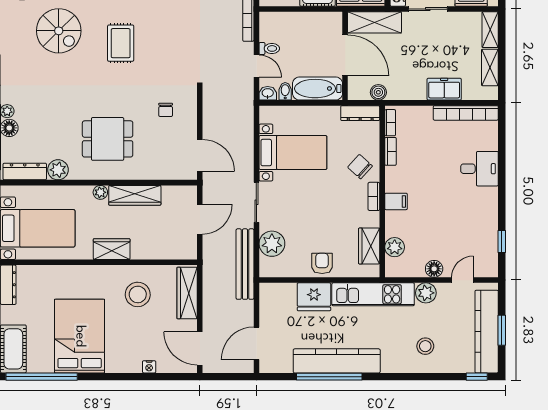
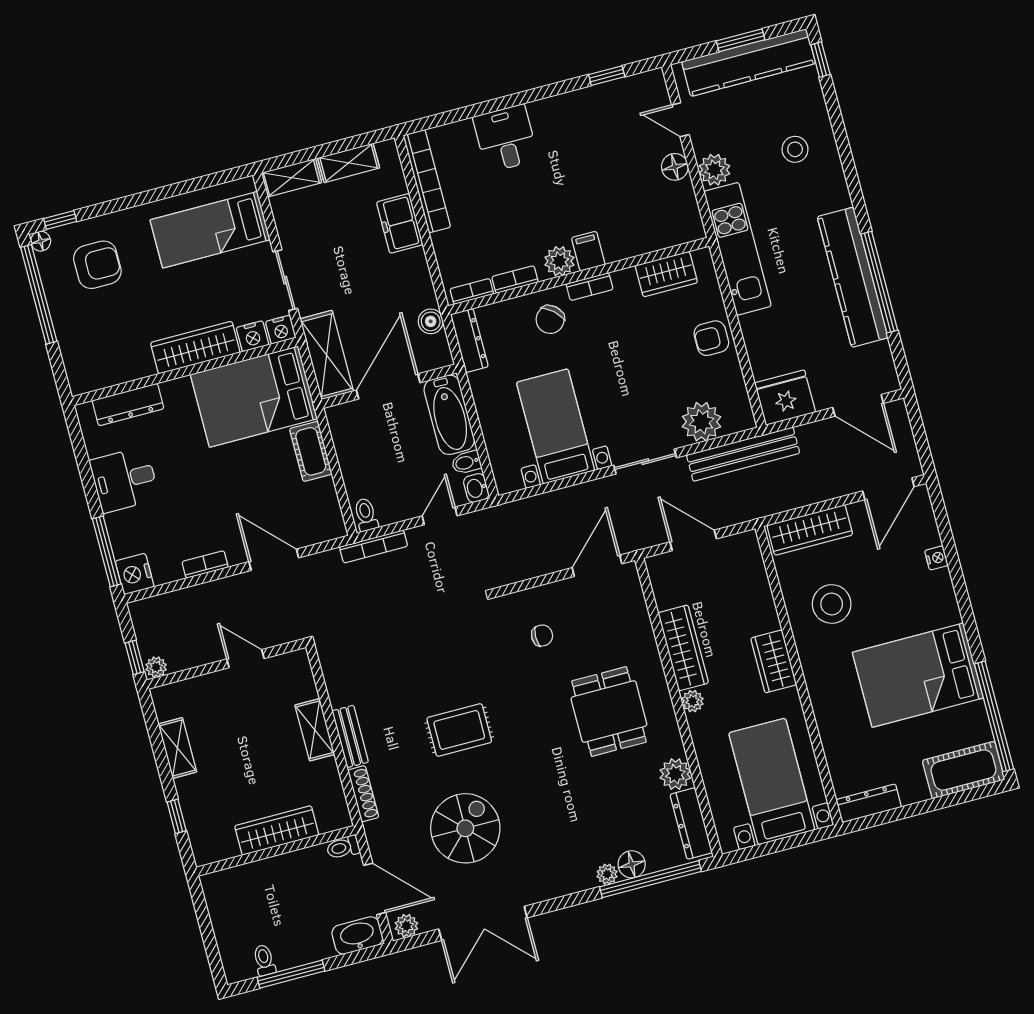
toilet: (269, 48) -> (366, 515), moved
plant: (395, 247) -> (559, 261), moved
fridge: (314, 297) -> (785, 398), moved, turned -90

